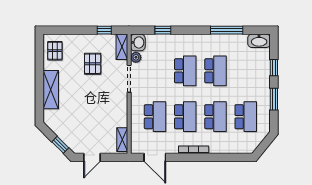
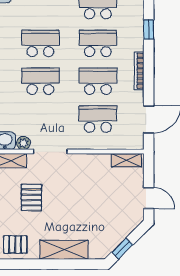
pallet: (93, 64) -> (31, 197), turned 90
window: (60, 145) -> (122, 248), moved
window: (227, 157) -> (149, 30), added

